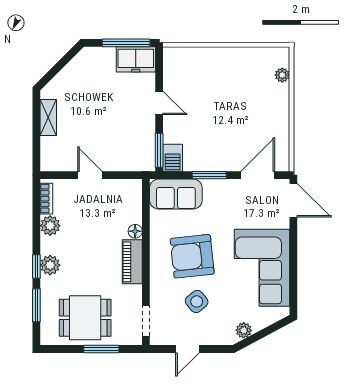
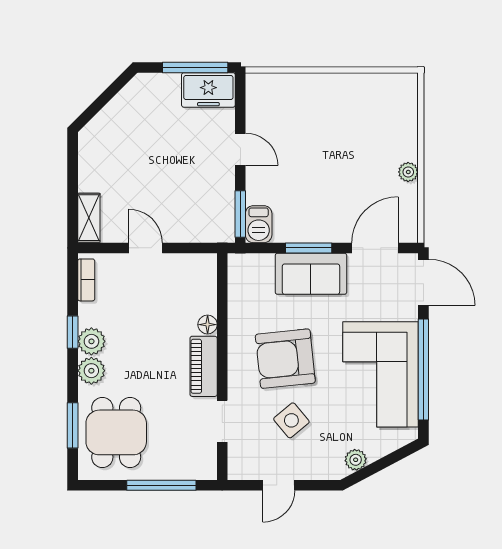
plant: (282, 75) -> (408, 172), moved
shelving: (48, 117) -> (89, 218), moved
sofa: (176, 194) -> (311, 274), moved
plant: (50, 226) -> (91, 341), moved
window: (293, 264) -> (423, 369), added
window: (36, 266) -> (73, 332), moved
dining table: (85, 318) -> (116, 432), moved, turned 90
doorway: (146, 321) -> (222, 421), moved
window: (101, 349) -> (161, 485), width x1.44

